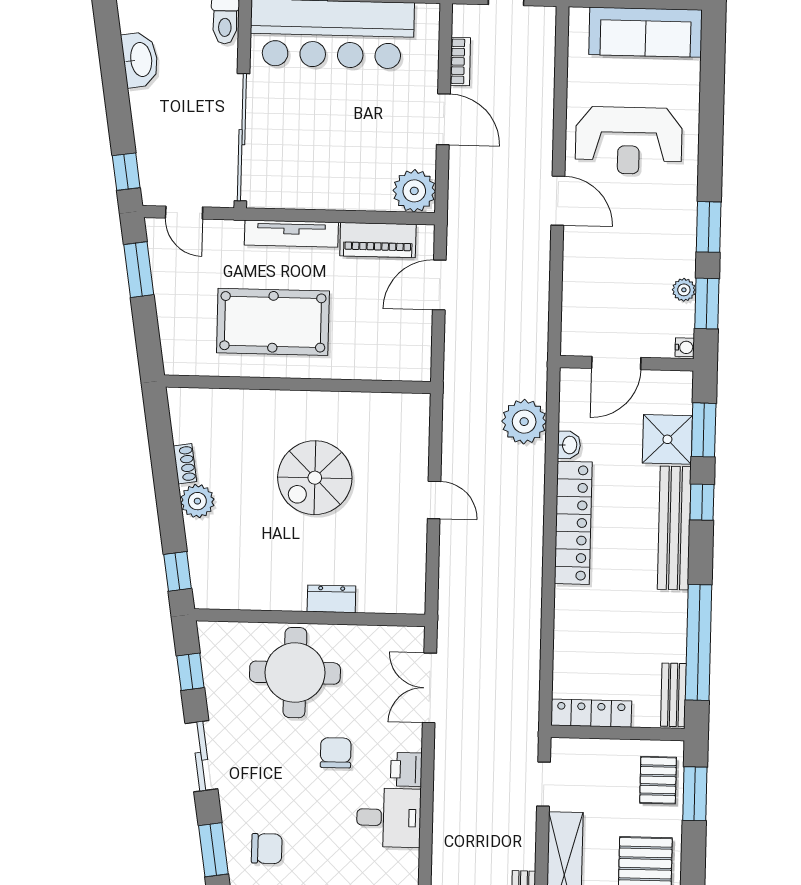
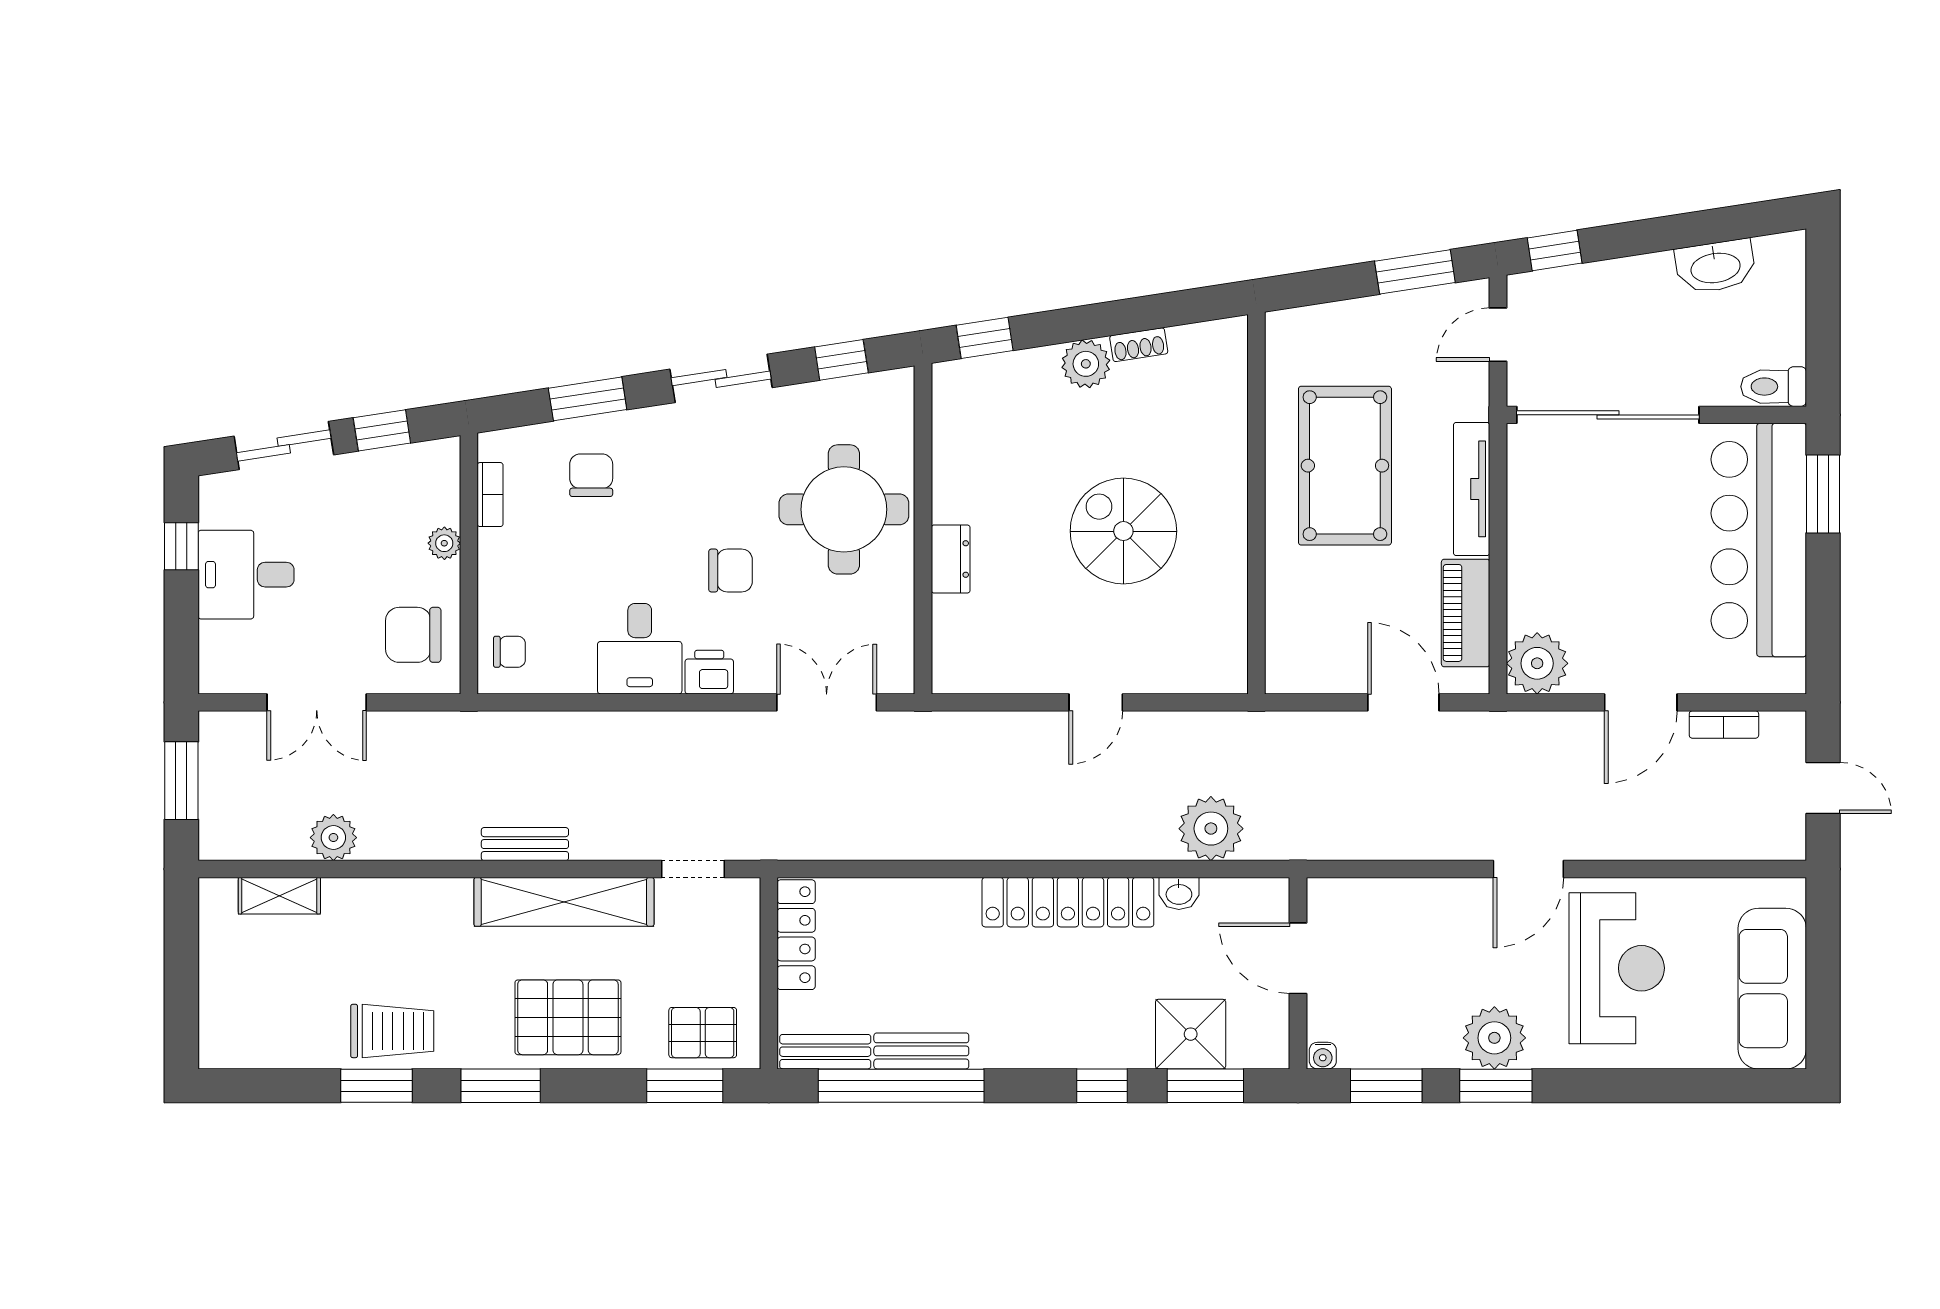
reception desk: (629, 141) -> (1617, 968), turned 180
plant: (684, 290) -> (1494, 1038), moved, width x1.87, depth x1.87
bench: (674, 528) -> (921, 1051), moved, width x0.54, depth x0.82
chair: (267, 849) -> (591, 475), turned 180

